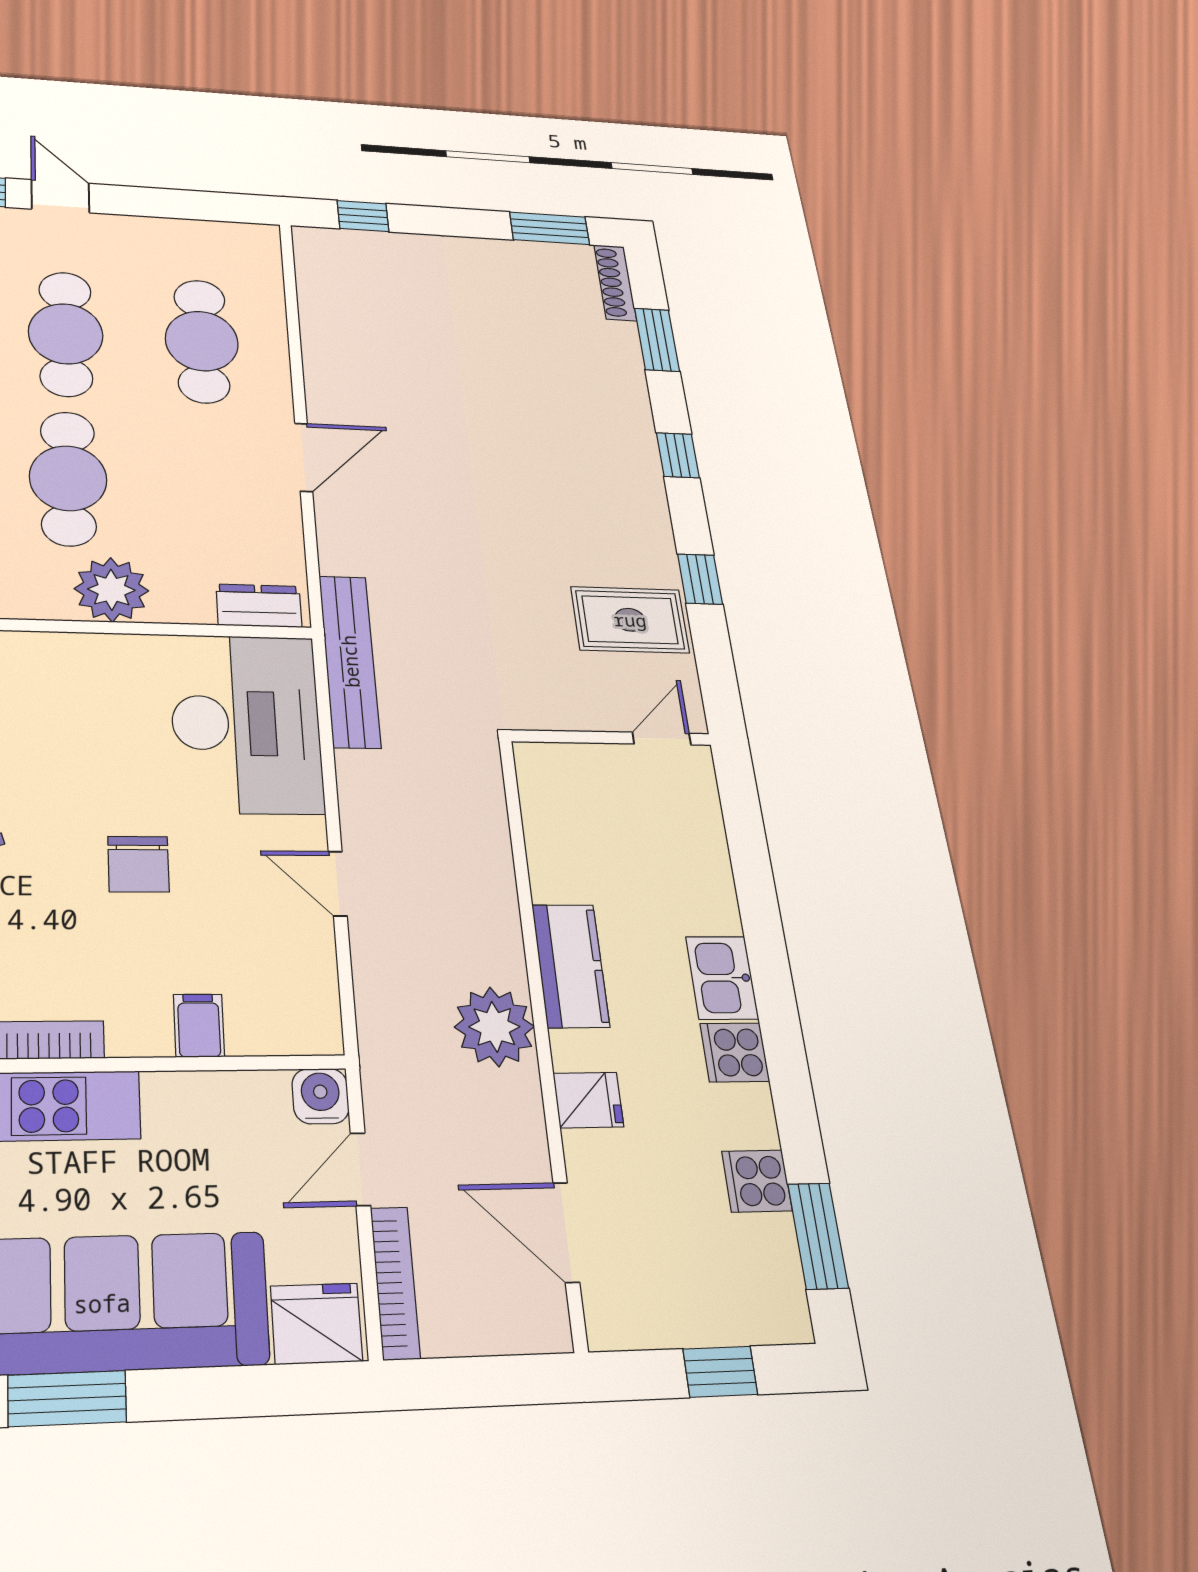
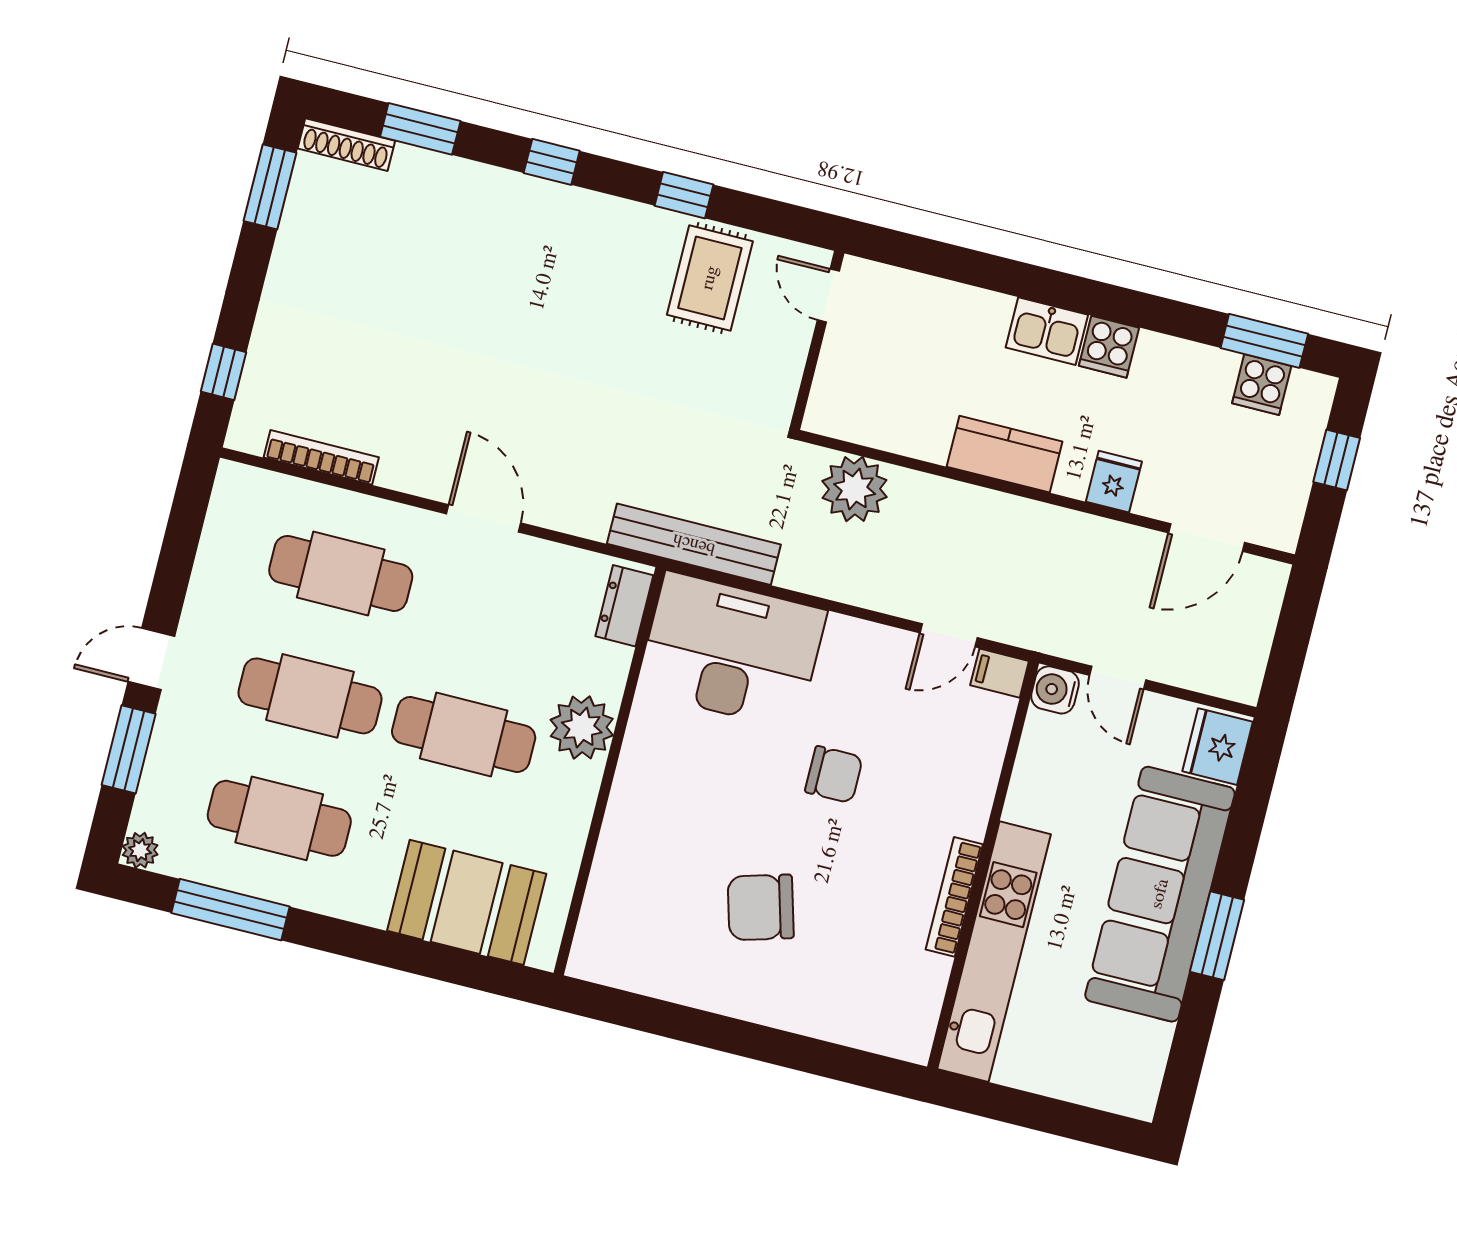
door: (338, 884) -> (949, 635), moved
filing cabinet: (199, 1026) -> (1000, 673), moved
plant: (494, 1027) -> (855, 489), moved
cooker: (757, 1181) -> (1262, 385), moved
bookcase: (395, 1283) -> (321, 457), moved

